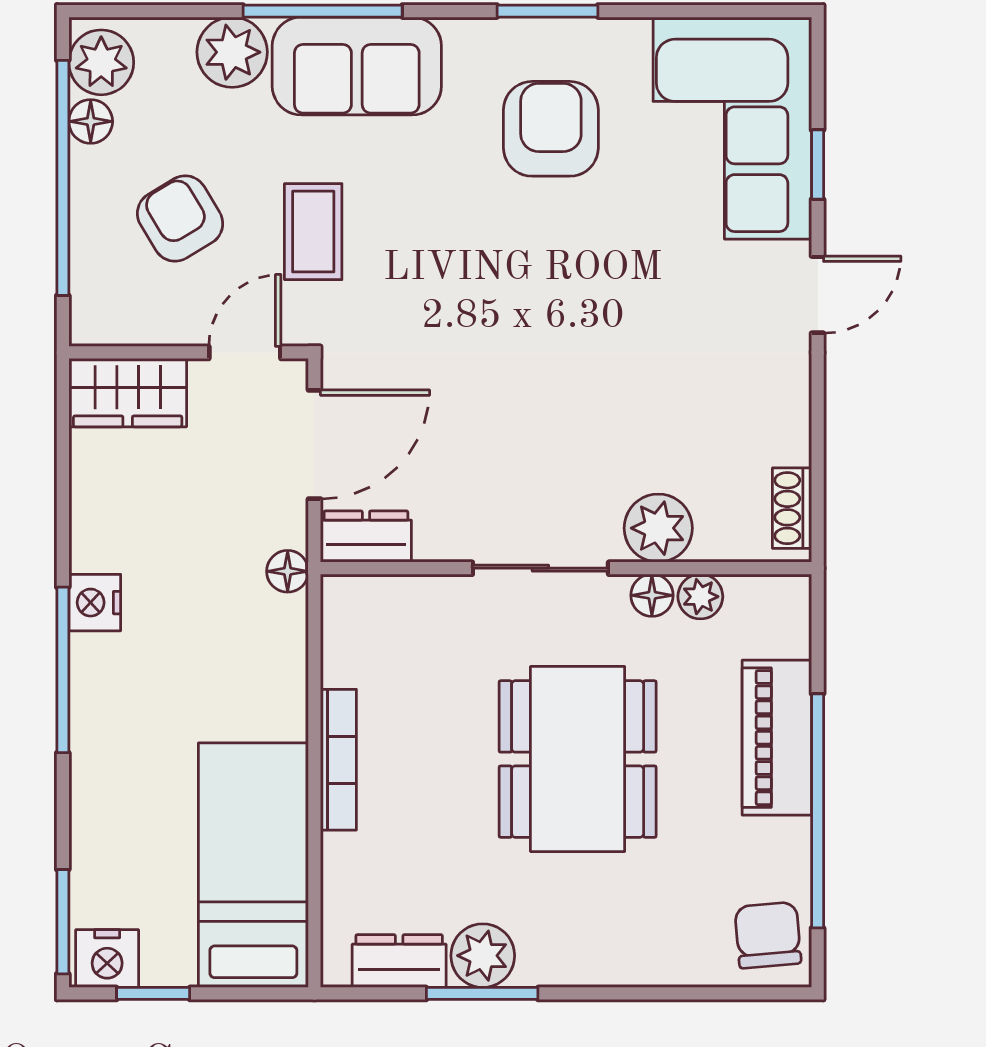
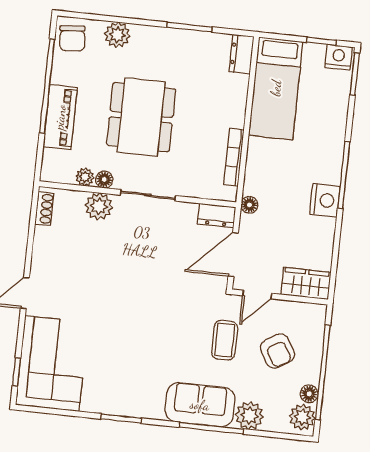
armchair: (551, 129) -> (125, 371), removed
window: (818, 165) -> (16, 372), moved
nightstand: (95, 603) -> (325, 200), width x1.36, depth x1.33
bookcase: (338, 760) -> (234, 157), moved
plant: (483, 956) -> (117, 35), moved
dresser: (399, 961) -> (242, 54), moved, turned 90

